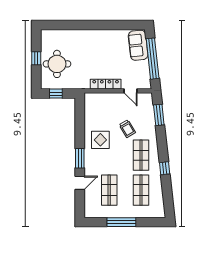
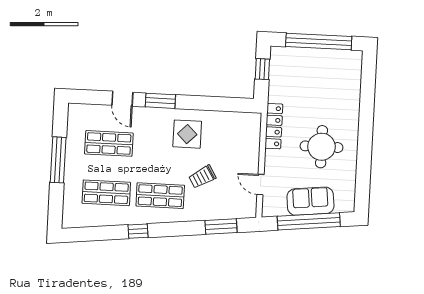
sofa: (138, 45) -> (310, 201), moved
window: (36, 58) -> (319, 41), width x3.17
round table: (57, 64) -> (321, 147), moved
locker: (106, 84) -> (274, 126), moved
door: (130, 91) -> (261, 185), hinge flipped

